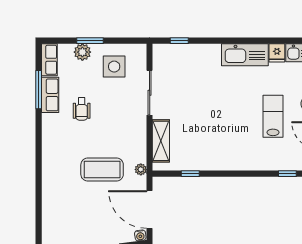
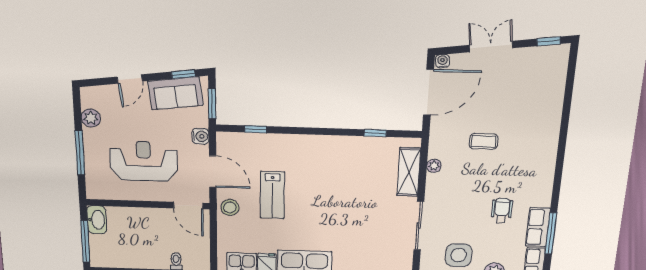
plant: (141, 169) -> (434, 166), moved
coffee table: (102, 170) -> (484, 141), width x0.54, depth x0.58
door: (150, 209) -> (429, 92), hinge flipped

